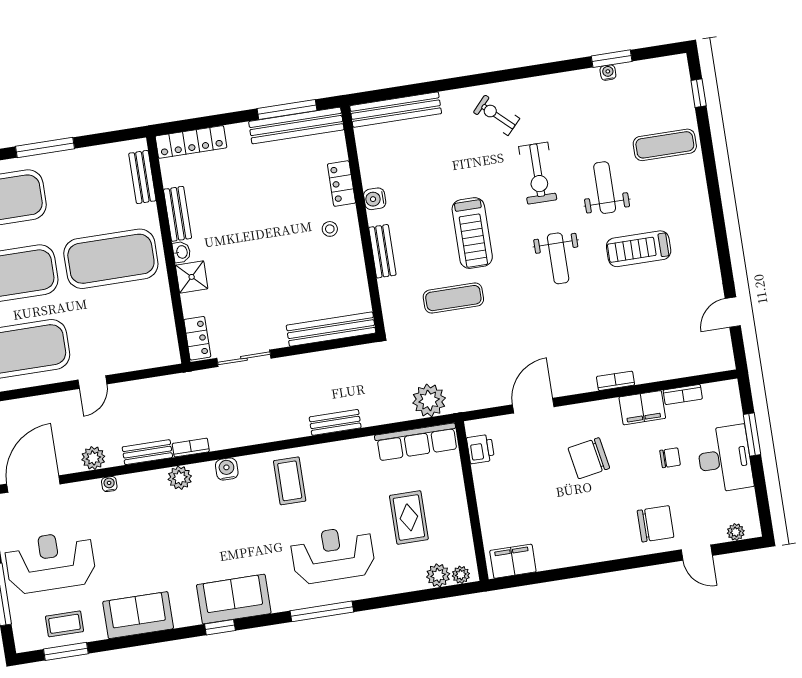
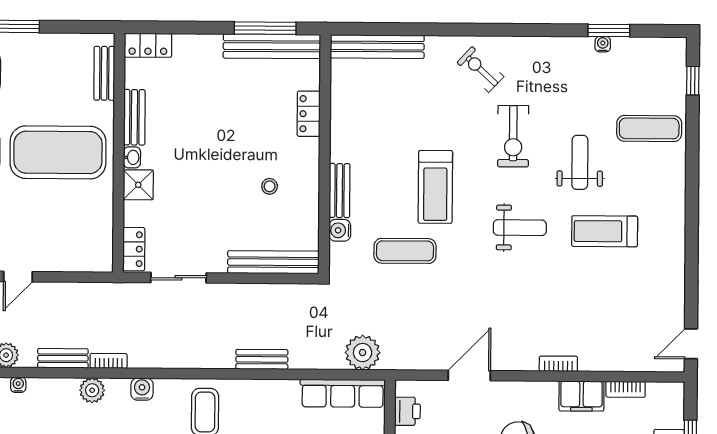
locker: (191, 142) -> (148, 45), width x0.66
water cooler: (375, 199) -> (340, 230), moved
stool: (330, 229) -> (270, 186), moved
weight bench: (558, 258) -> (520, 228), turned -90
door: (733, 312) -> (691, 344), moved

